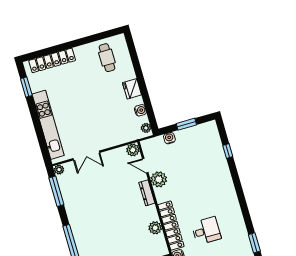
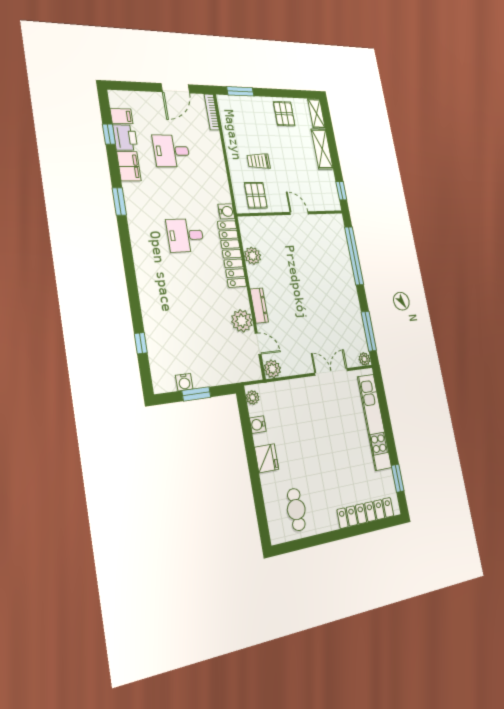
water cooler: (169, 138) -> (184, 382), moved

